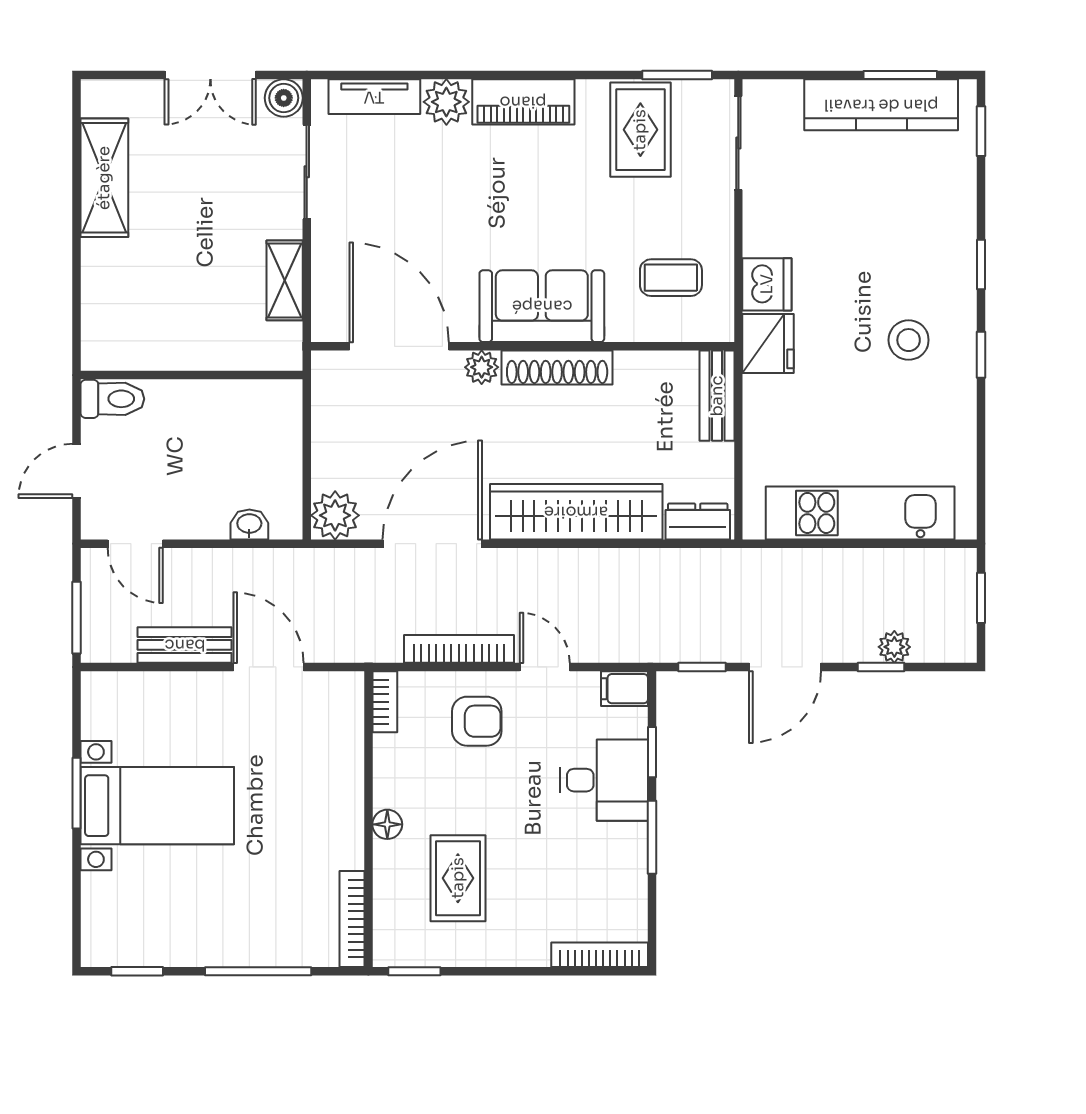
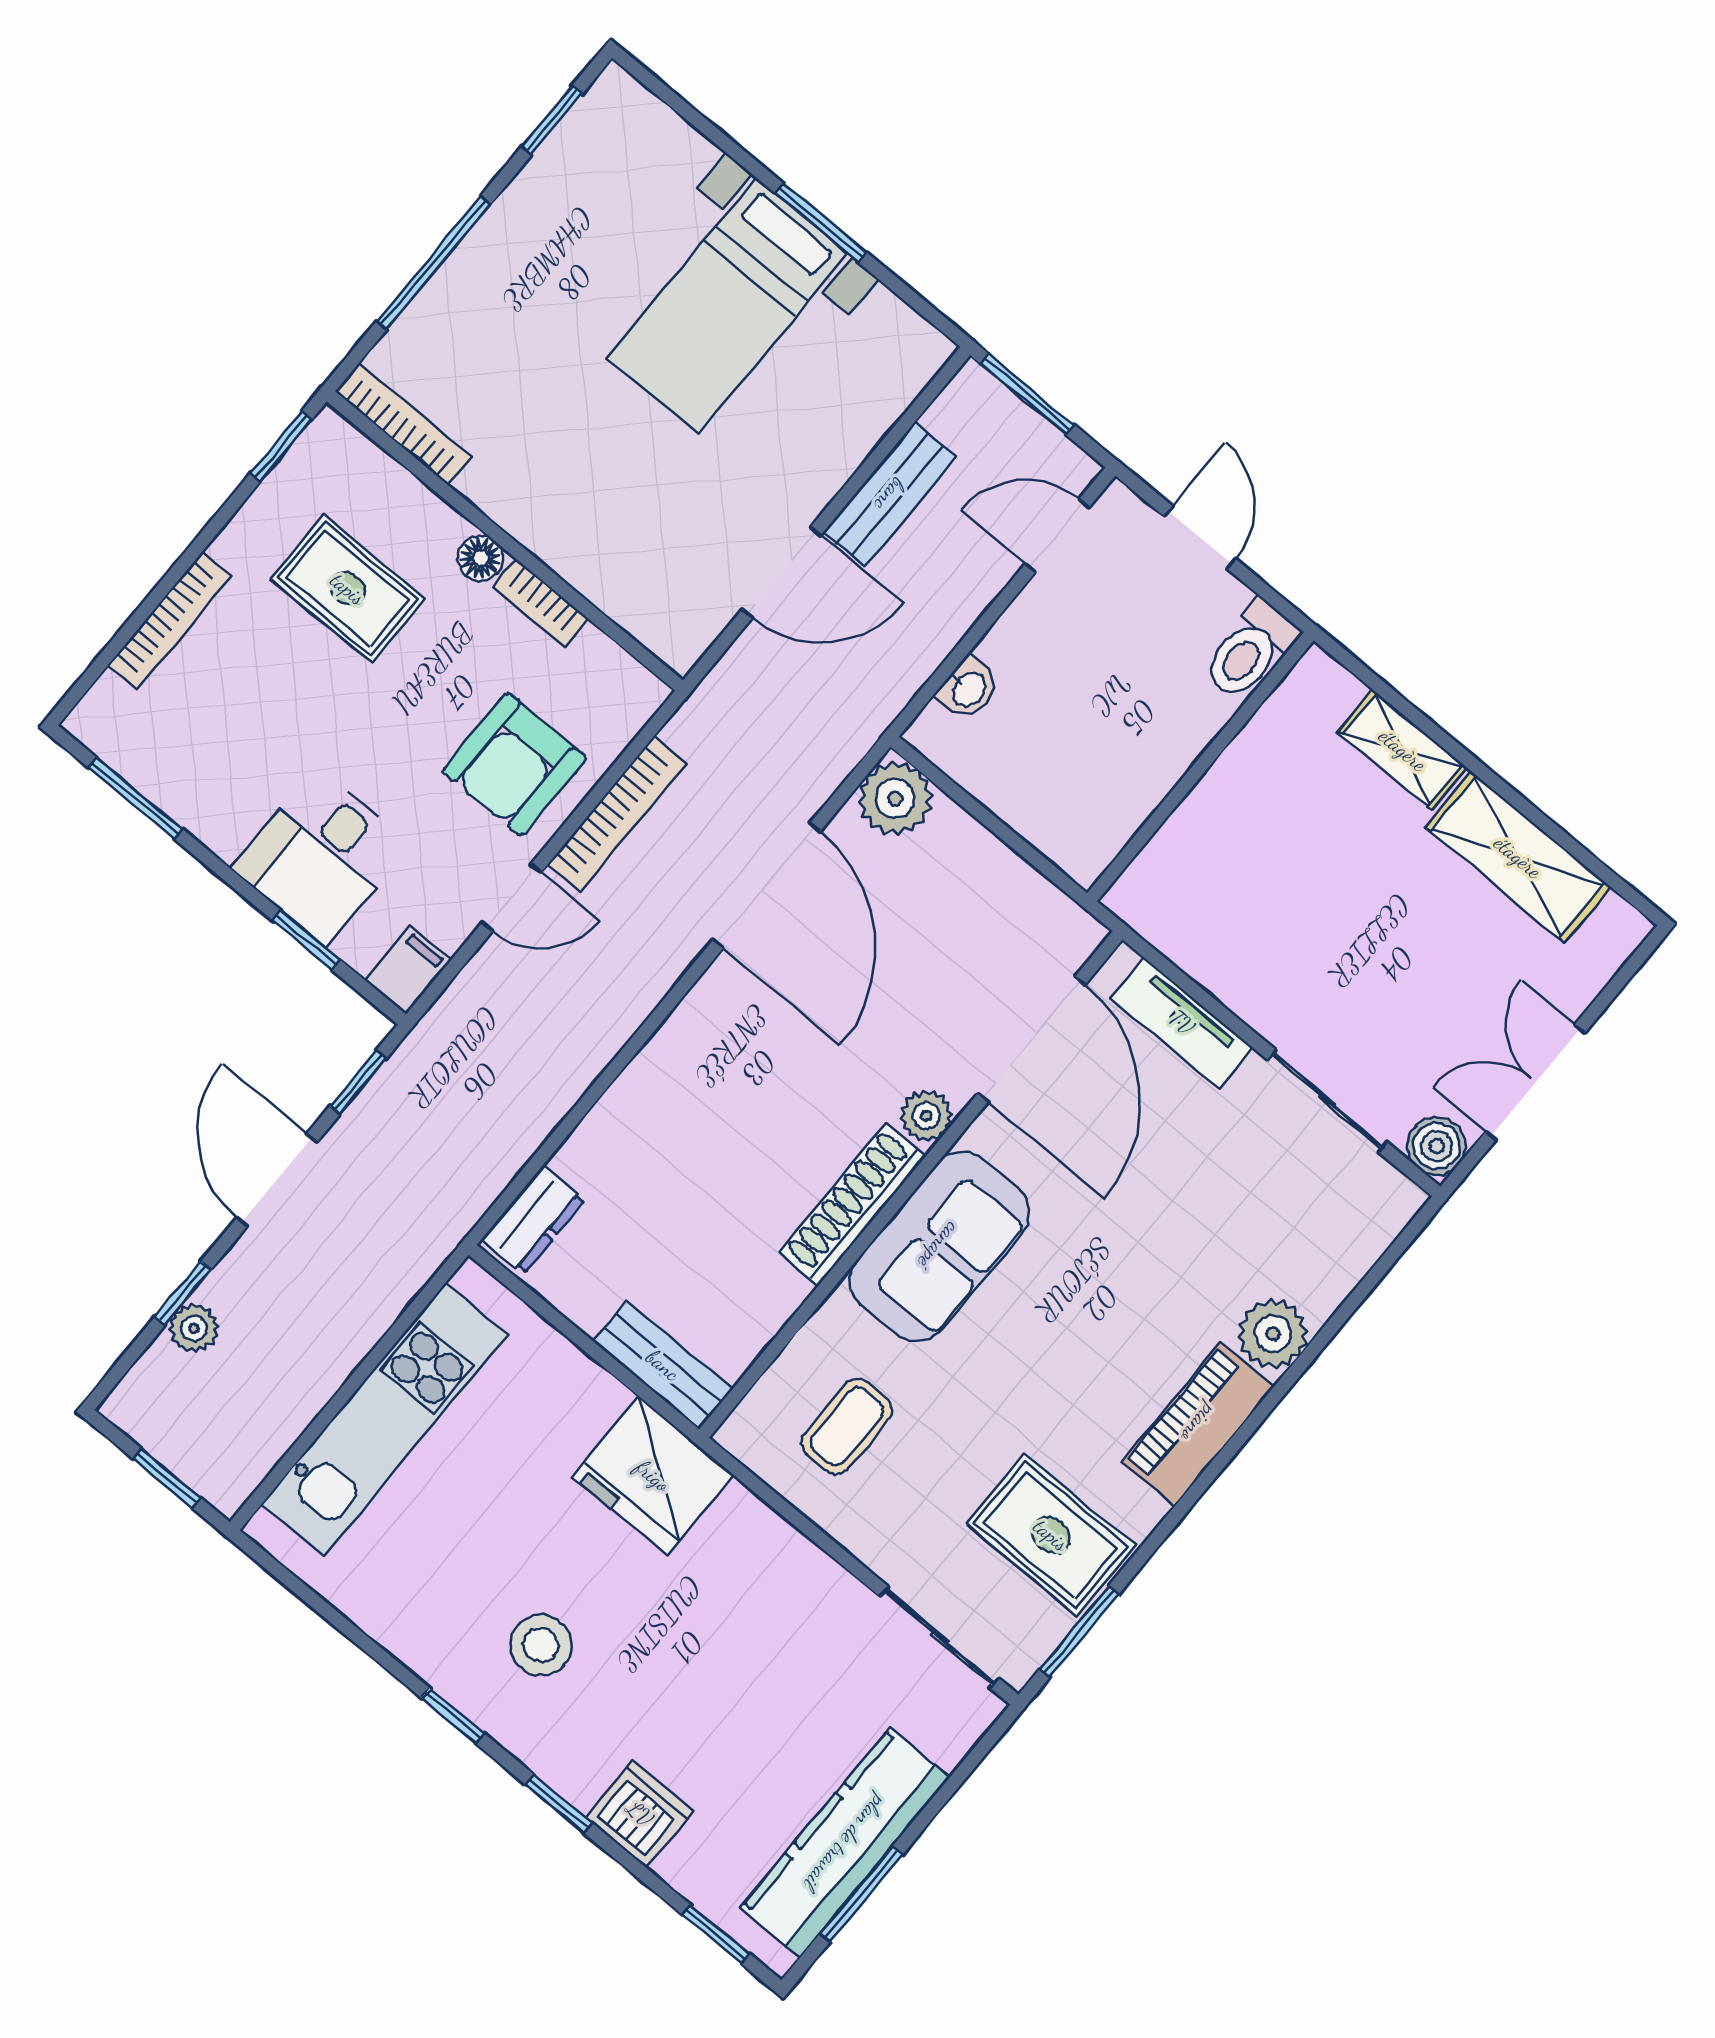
tv unit: (374, 97) -> (1182, 1023), moved, turned -90
shelving: (285, 280) -> (1403, 750), moved
dishwasher: (767, 284) -> (640, 1814), moved, turned 180
fridge: (768, 344) -> (653, 1476), width x1.36, depth x1.34
door: (399, 346) -> (1031, 1039), hinge flipped
wardrobe: (576, 512) -> (664, 1086), removed
bookcase: (385, 702) -> (540, 603), moved
armchair: (477, 721) -> (514, 764), width x1.38, depth x1.38
window: (652, 837) -> (136, 798), moved
bookcase: (600, 955) -> (170, 620), moved

